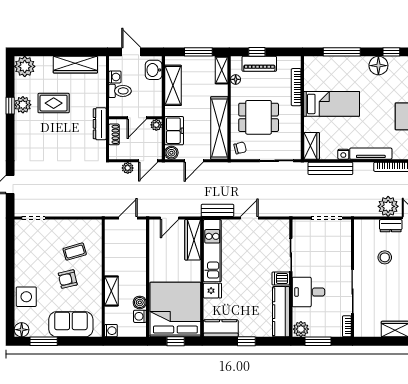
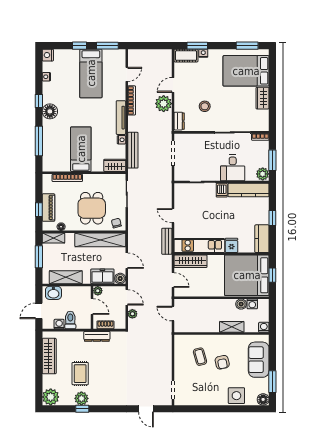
dresser: (391, 226) -> (179, 121), moved

